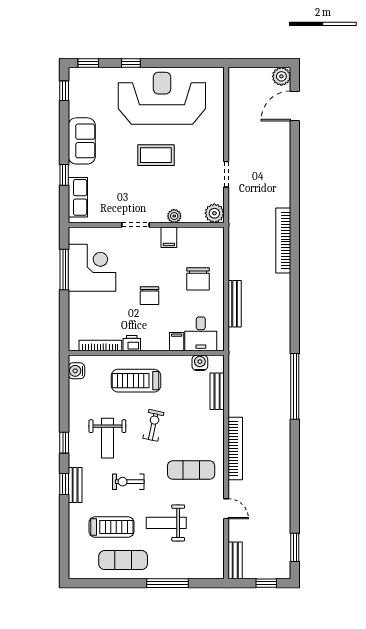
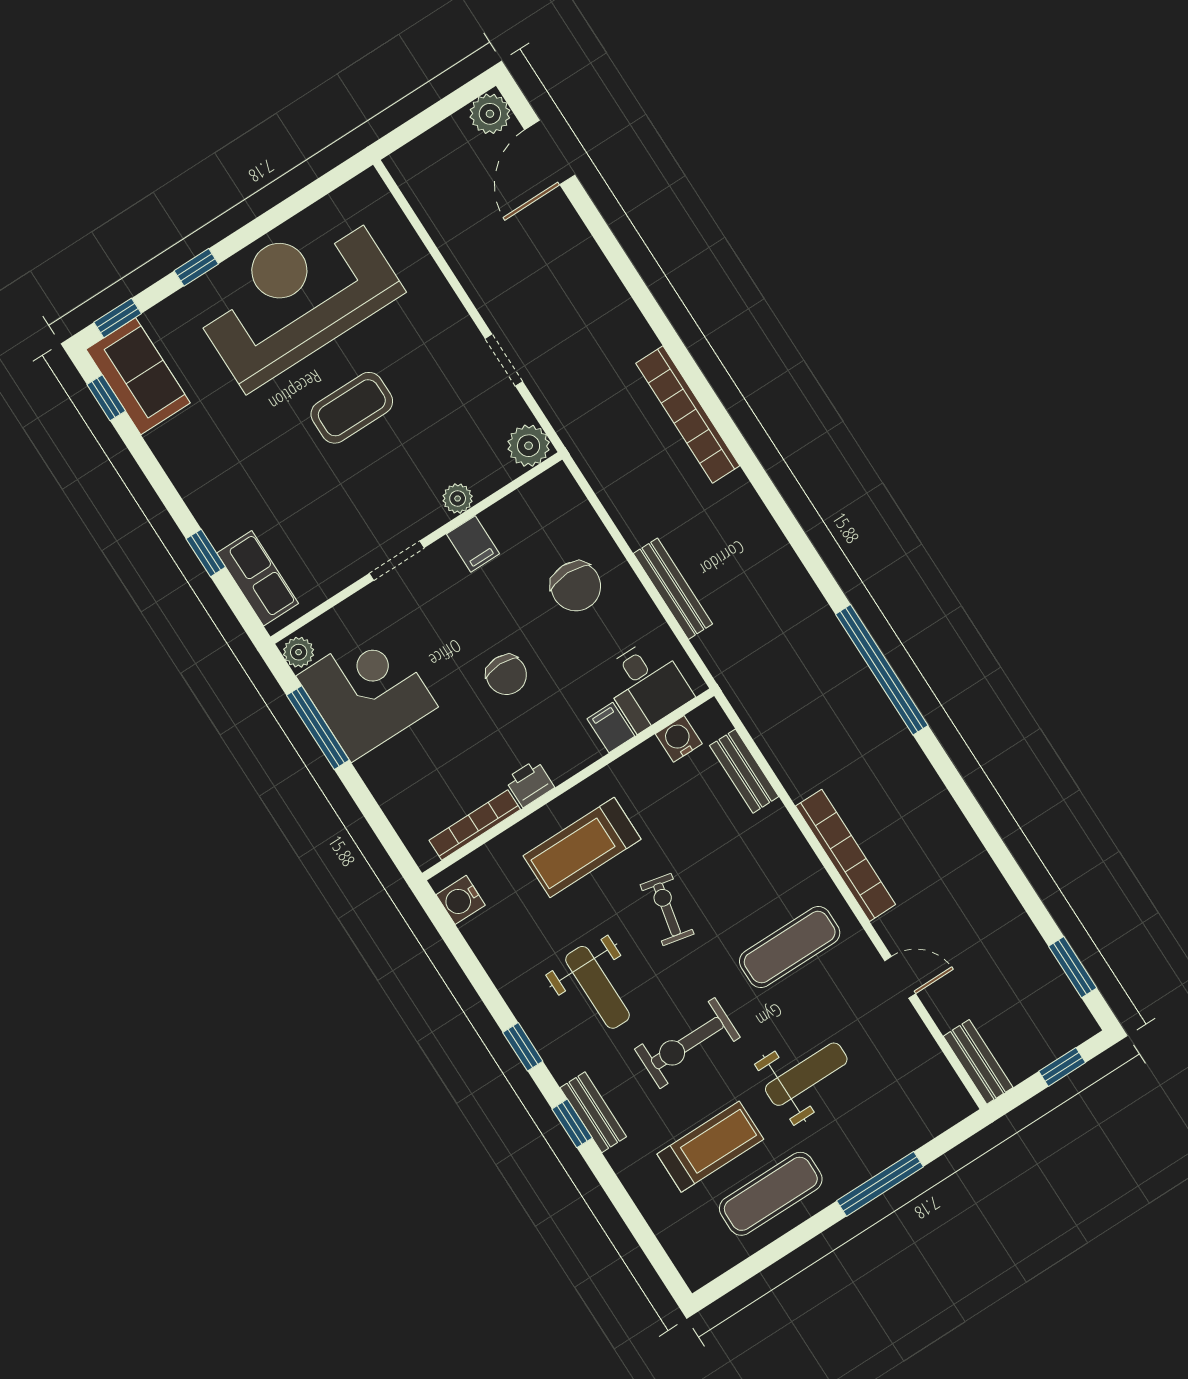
sofa: (82, 141) -> (138, 376), moved
plant: (75, 236) -> (299, 652), added
exercise bike: (128, 482) -> (687, 1043), width x1.38, depth x1.39
weight bench: (166, 523) -> (806, 1074), turned 180

